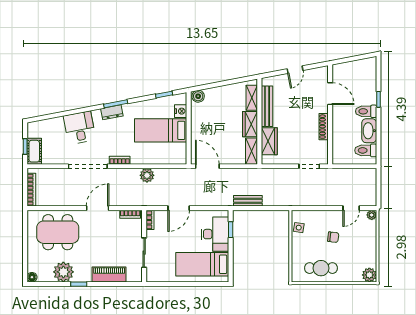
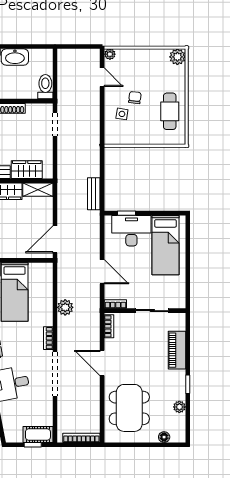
toilet: (366, 150) -> (45, 87), moved, turned 180
side table: (299, 228) -> (122, 114), moved
plant: (63, 272) -> (179, 407), width x0.53, depth x0.53
floor lamp: (32, 277) -> (164, 437), moved

